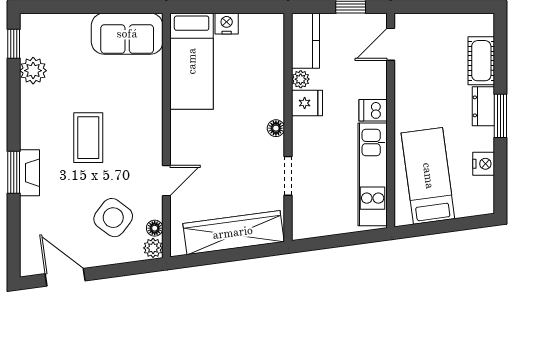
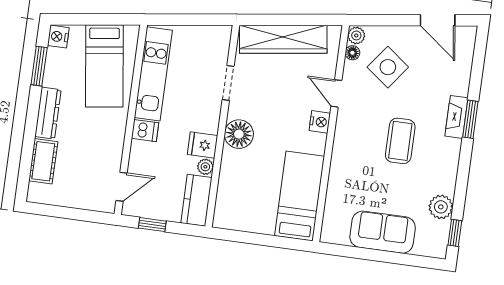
nightstand: (227, 24) -> (320, 122), moved, turned -90
sofa: (127, 34) -> (383, 232), moved
dresser: (483, 106) -> (48, 113), width x1.44
window: (500, 116) -> (39, 66), moved
floor lamp: (276, 128) -> (239, 134), width x1.89, depth x1.89
nightstand: (484, 164) -> (58, 37), moved
door: (166, 181) -> (336, 93), hinge flipped

